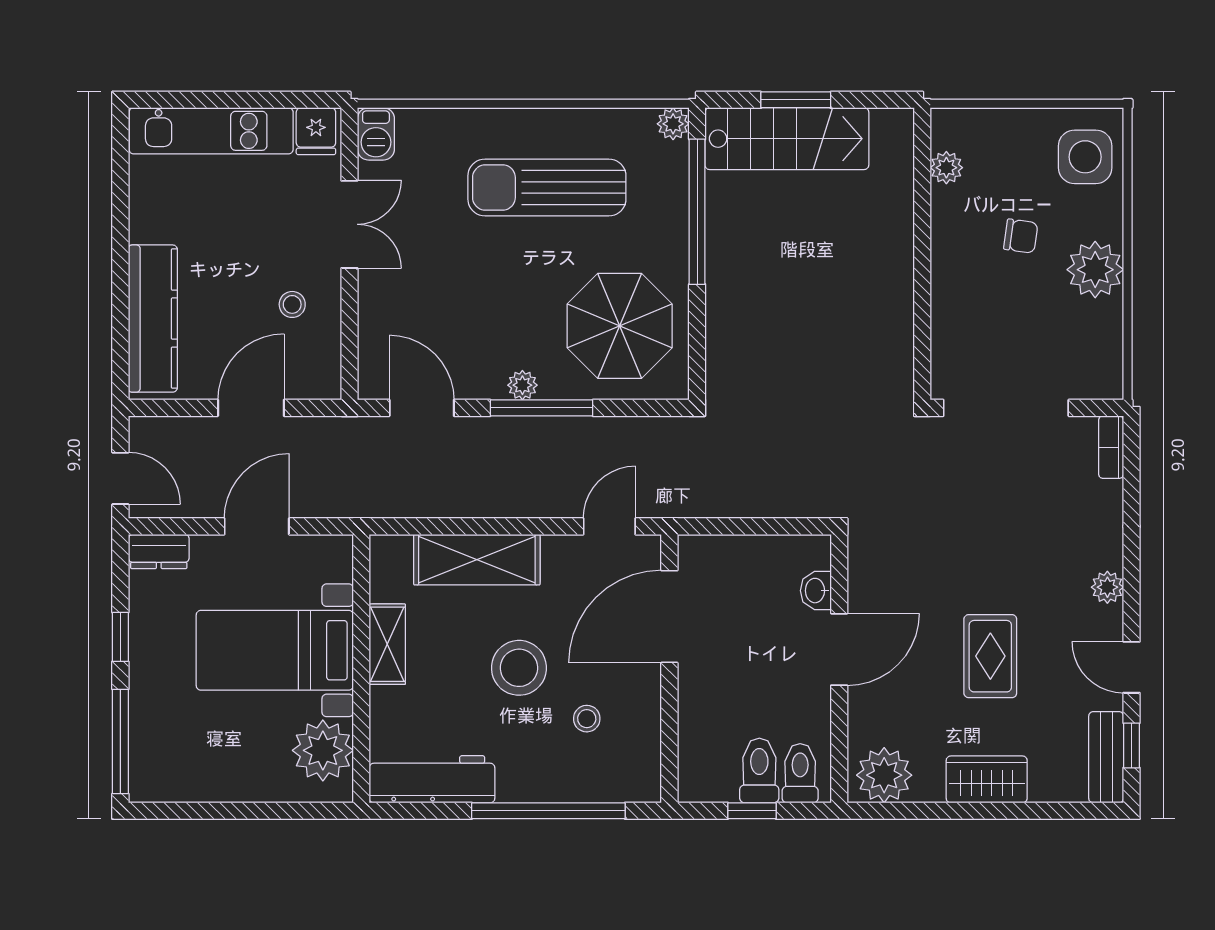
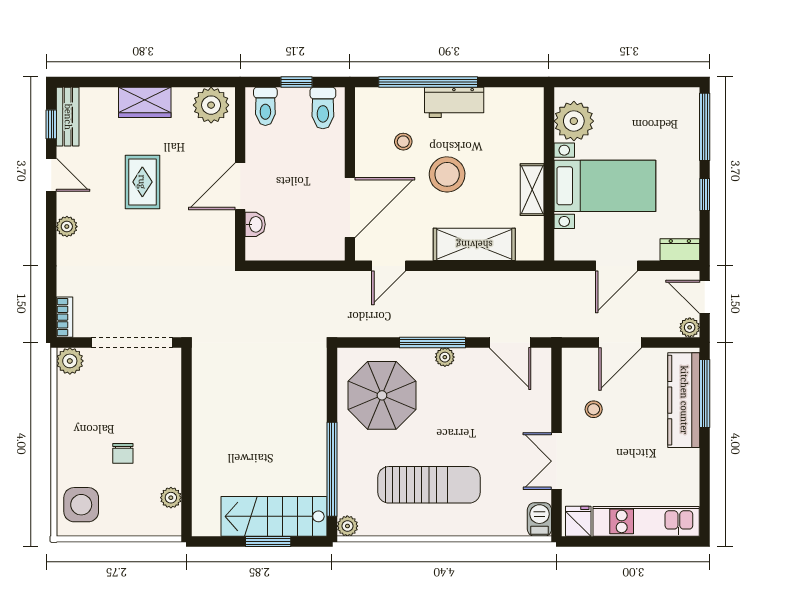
chair: (1021, 236) -> (123, 453), turned -98
plant: (1095, 270) -> (70, 361), moved, width x0.73, depth x0.73
window: (120, 329) -> (705, 393), added
plant: (144, 431) -> (690, 327), added
toilet: (759, 771) -> (323, 108), moved
workbench: (432, 779) -> (454, 102), moved, width x0.73

